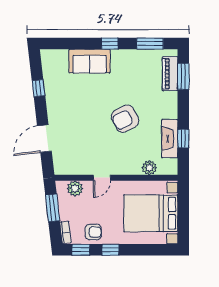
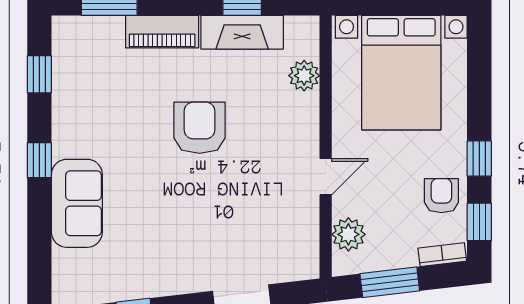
window: (150, 44) -> (39, 74), width x0.67
piano: (170, 74) -> (162, 32), moved
armchair: (125, 119) -> (200, 128), turned -152
door: (102, 178) -> (326, 177), hinge flipped

